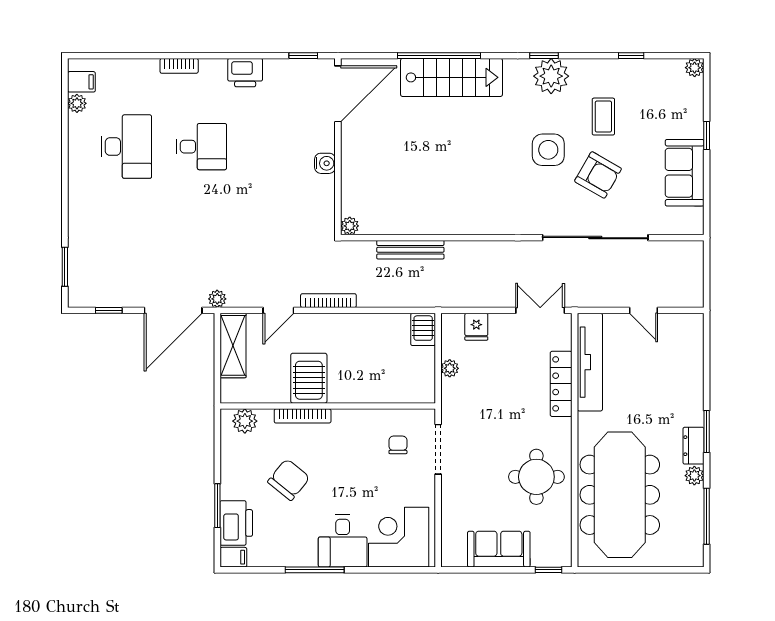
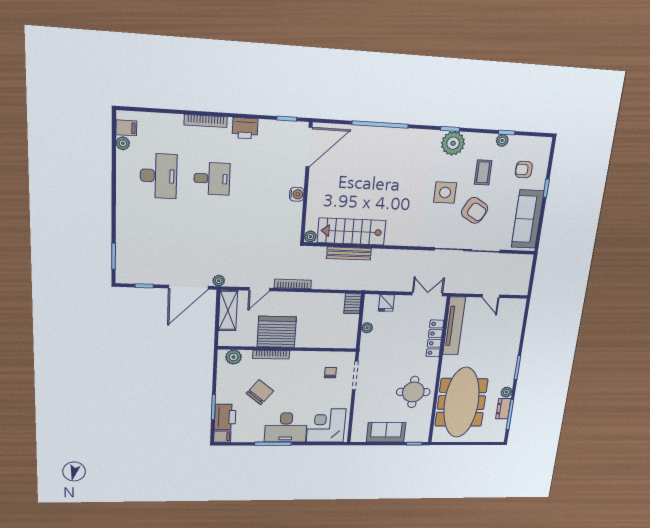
bookcase: (179, 66) -> (206, 121), width x1.56
plant: (695, 68) -> (502, 140), moved
stairs: (452, 77) -> (352, 232), moved, turned 180
armchair: (666, 109) -> (524, 170), added
sofa: (685, 173) -> (528, 219), width x1.36
server rack: (309, 378) -> (277, 332), width x1.60
dresser: (693, 446) -> (503, 409), moved
desk: (343, 541) -> (286, 428), width x1.37

